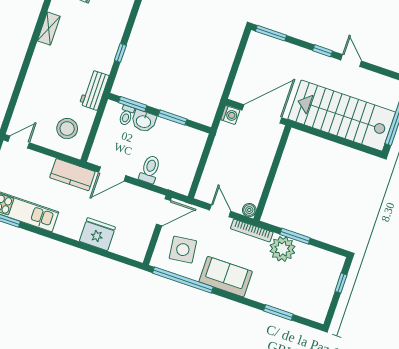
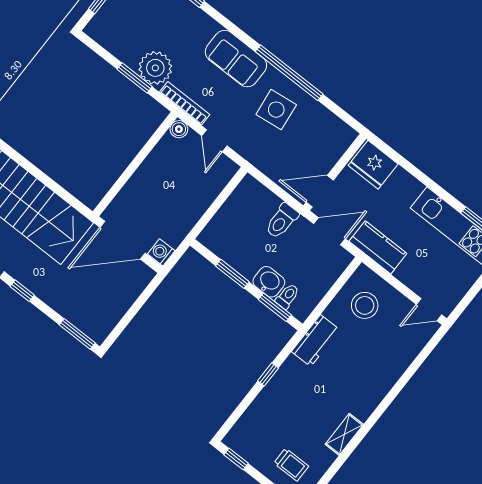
door: (163, 212) -> (320, 191), moved
wall: (157, 230) -> (335, 172), moved

